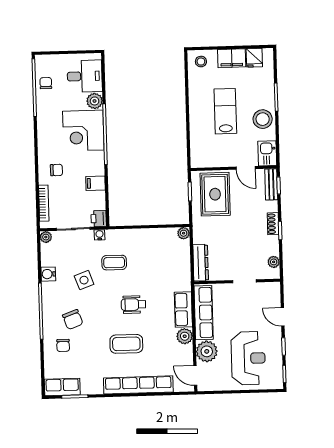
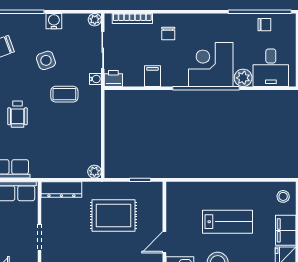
rug: (215, 194) -> (114, 216), moved
coffee table: (114, 263) -> (64, 94), turned 90
wheelchair: (134, 305) -> (17, 114), turned 180

